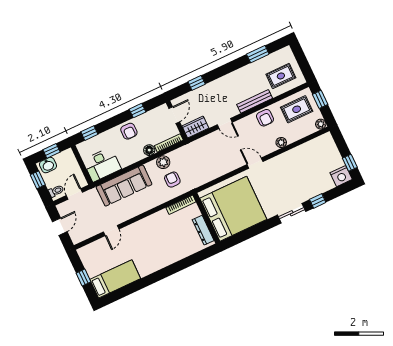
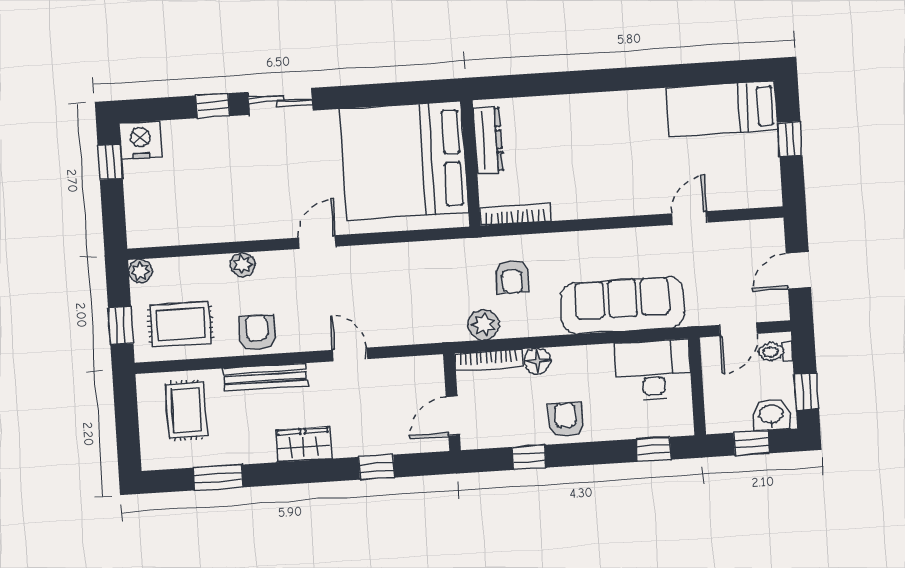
rug: (281, 76) -> (186, 410), turned 90
wardrobe: (195, 127) -> (303, 444), moved, turned 180
plant: (163, 162) -> (484, 325), moved
door: (255, 163) -> (317, 242), swing flipped

